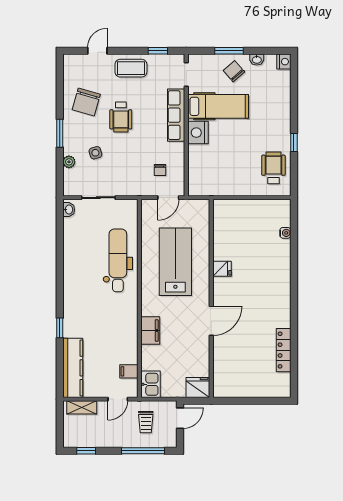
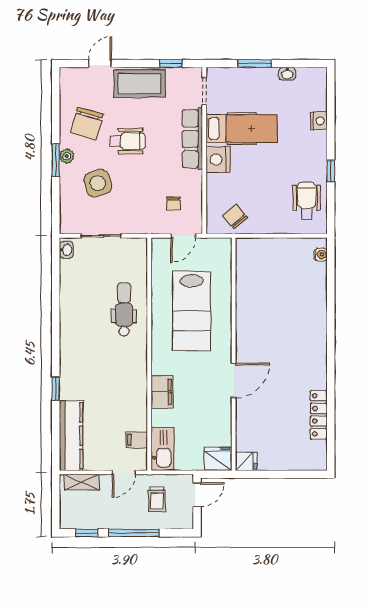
nightstand: (284, 62) -> (319, 121), moved
coffee table: (131, 68) -> (139, 84), width x1.36, depth x1.32
chair: (234, 71) -> (235, 216), moved
wheelchair: (121, 117) -> (127, 141), turned -90
side table: (95, 153) -> (98, 183), width x1.87, depth x1.87
plant: (69, 162) -> (67, 156), moved
water cooler: (285, 233) -> (321, 254), moved
dental chair: (118, 260) -> (124, 309), width x0.73, depth x0.72
lab bench: (175, 262) -> (192, 311), turned 180
fridge: (222, 269) -> (246, 462), moved
kitchen sink: (151, 384) -> (162, 449), width x1.38
window: (143, 451) -> (134, 533), moved

